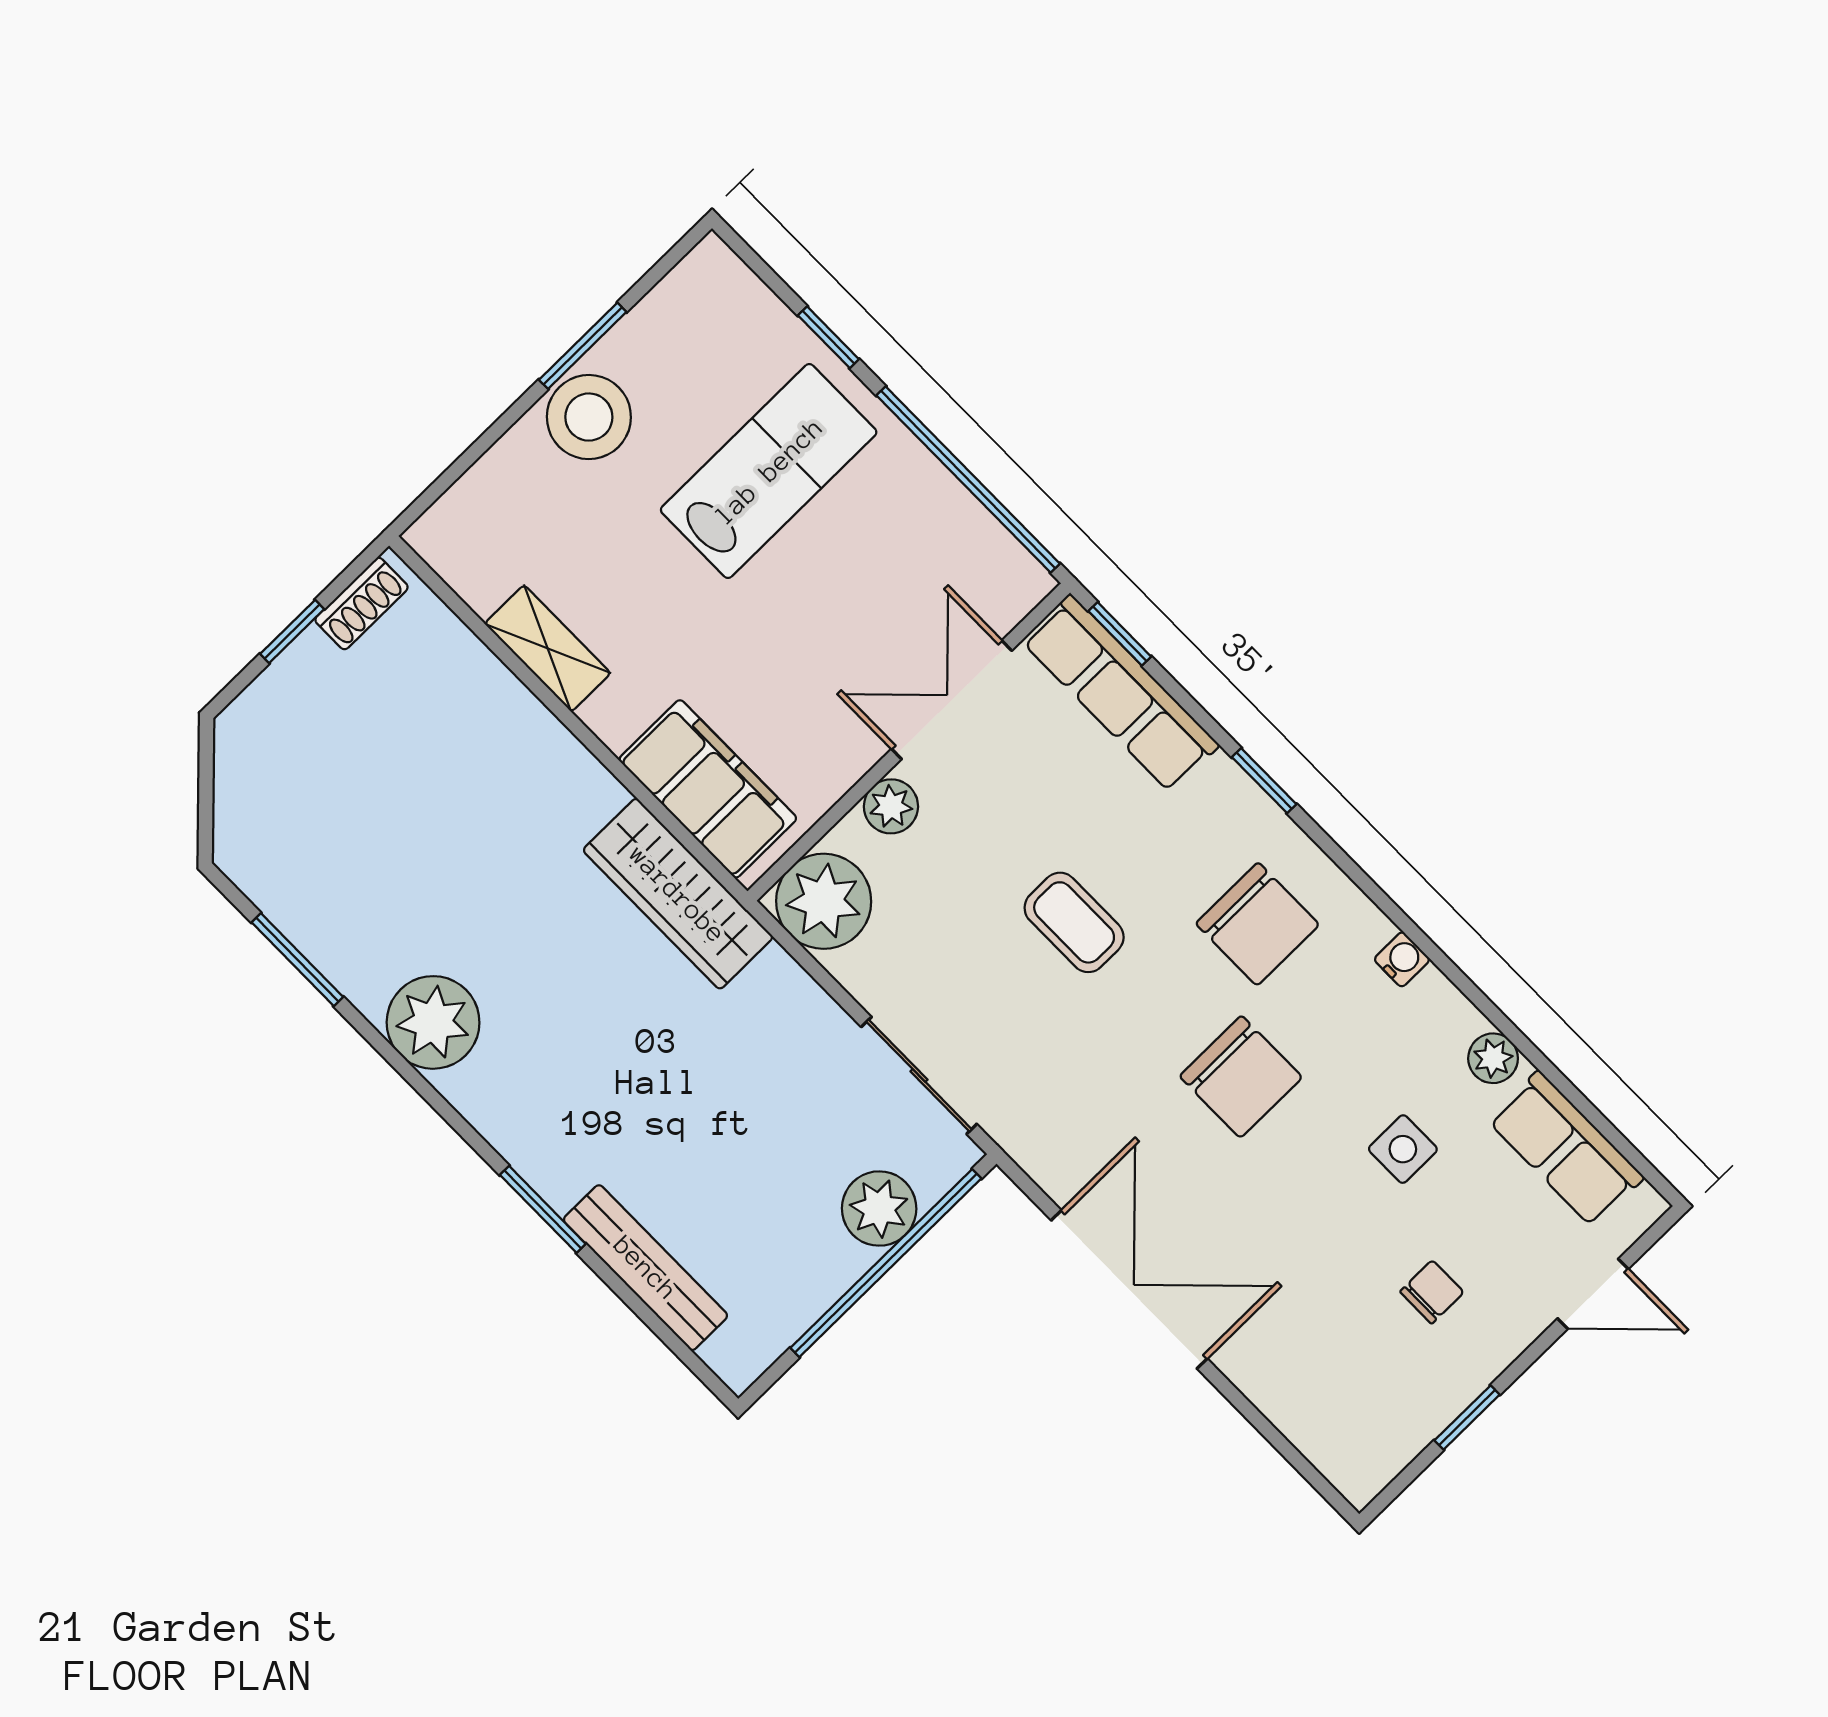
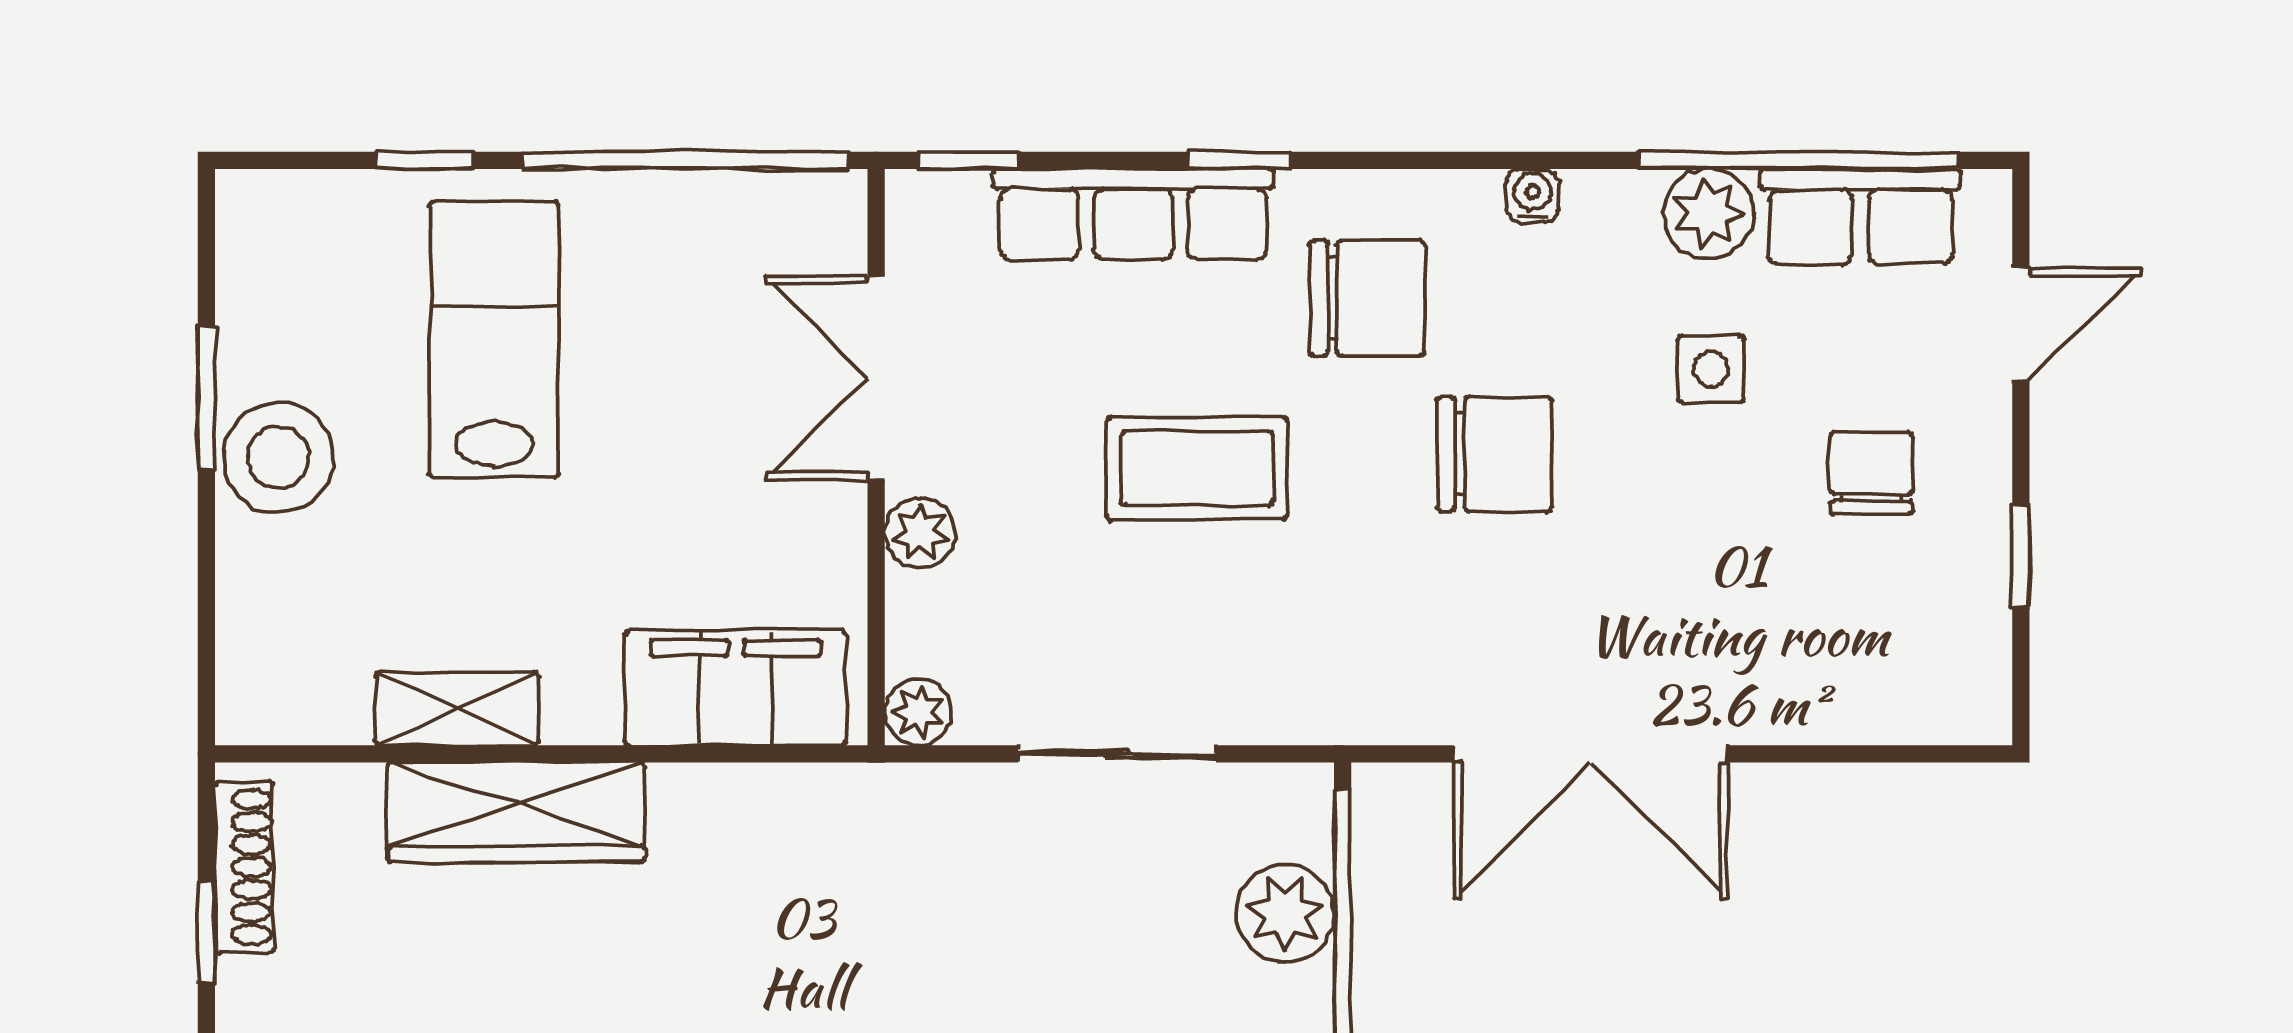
shoe rack: (362, 603) -> (244, 867), width x1.43
row of seats: (1120, 693) -> (1133, 214), moved
wardrobe: (678, 894) -> (516, 812), moved
plant: (824, 901) -> (918, 712), width x0.53, depth x0.53
coffee table: (1074, 922) -> (1197, 468), width x1.36, depth x1.30
plant: (1493, 1058) -> (1709, 213), width x1.38, depth x1.38
sliding door: (919, 1075) -> (1117, 754), moved
window: (1563, 1085) -> (1799, 160), added
double door: (1129, 1289) -> (1591, 754), swing flipped
chair: (1432, 1292) -> (1871, 473), width x1.37, depth x1.37

